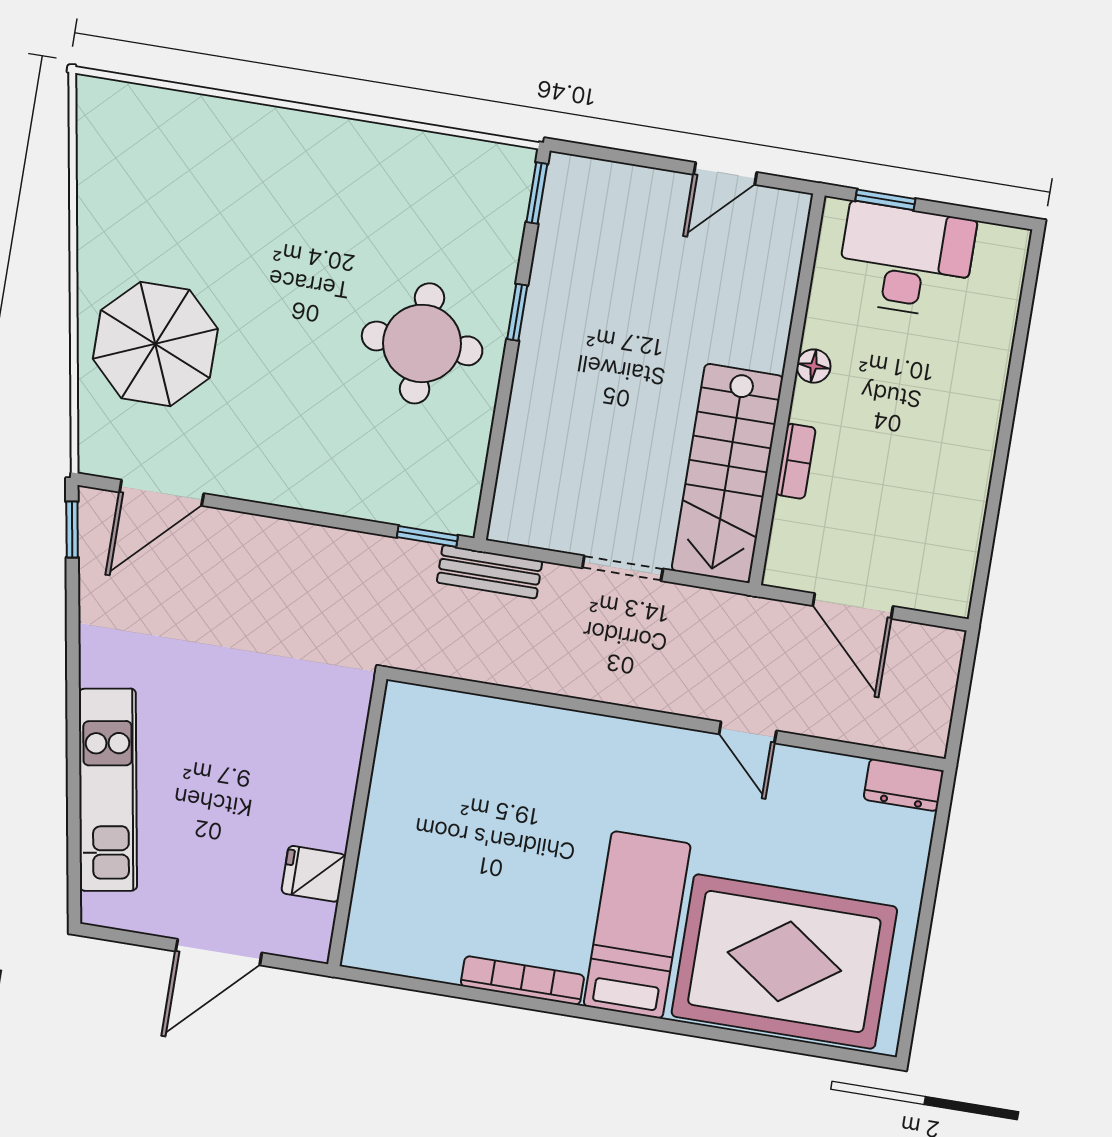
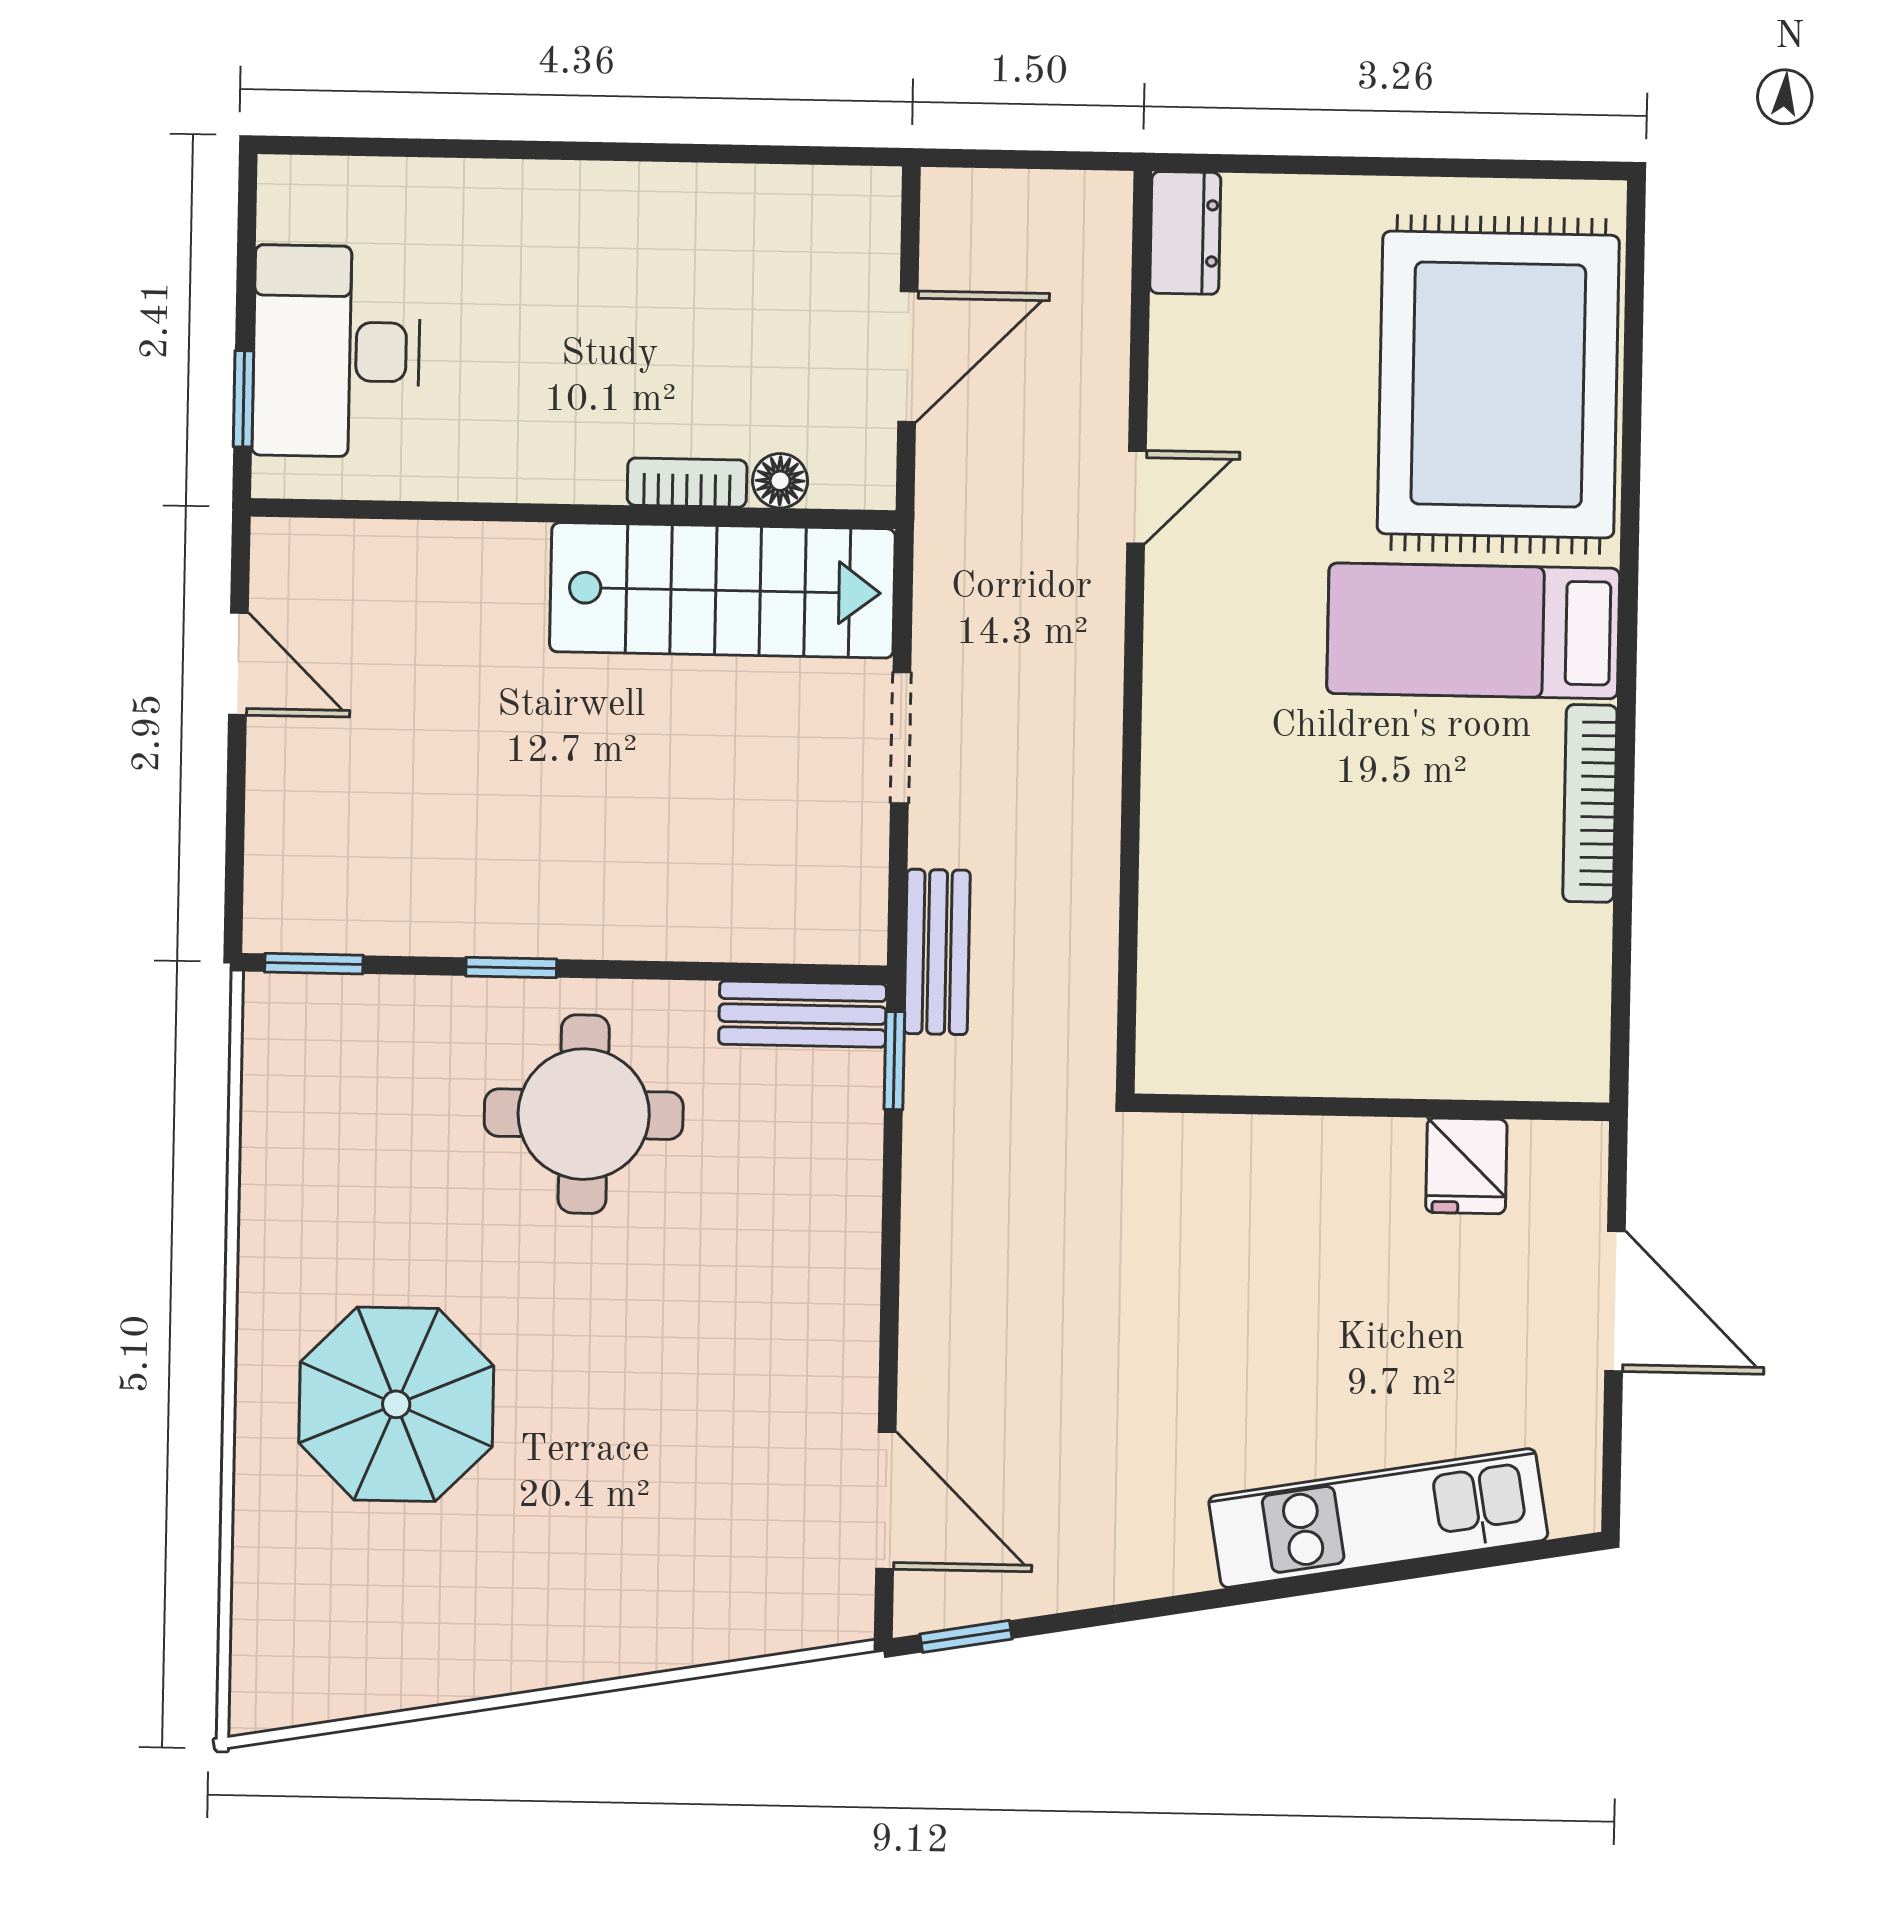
parasol: (155, 344) -> (396, 1404), moved
floor lamp: (814, 366) -> (780, 481), moved
bench: (464, 485) -> (803, 1014), added

